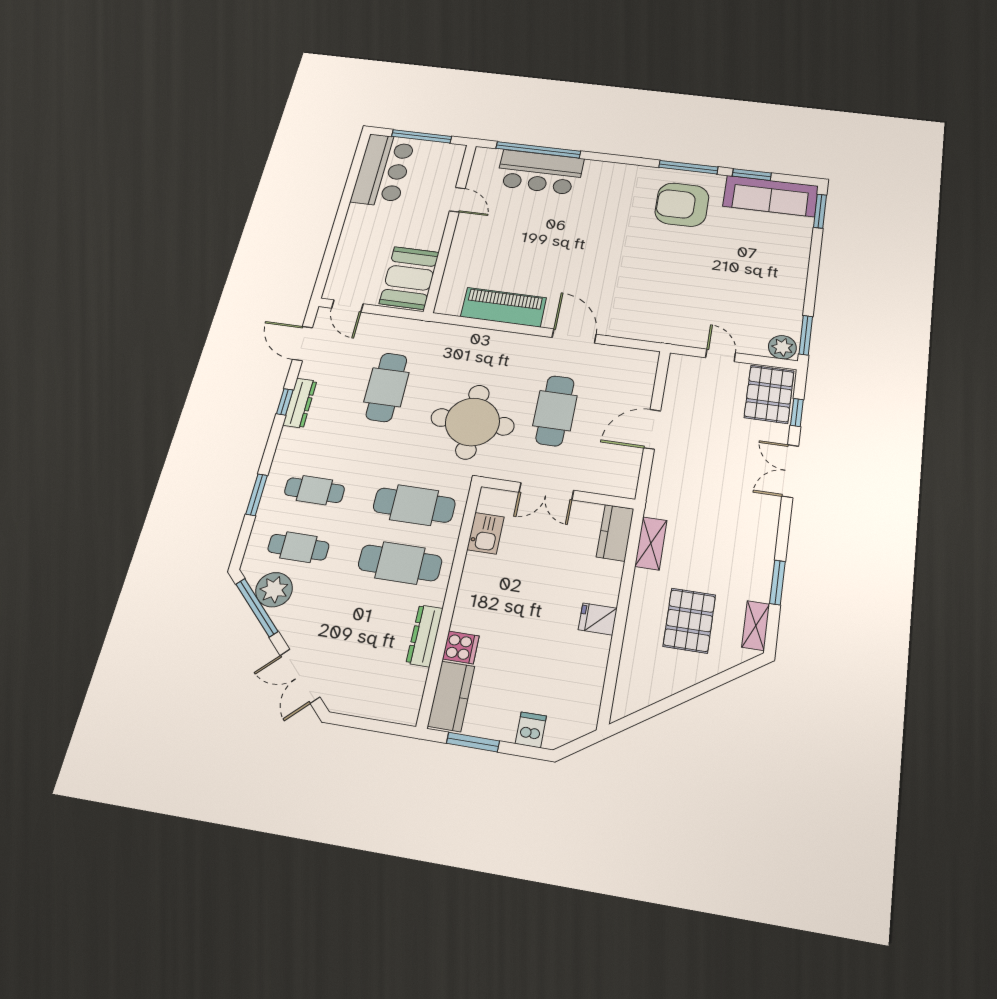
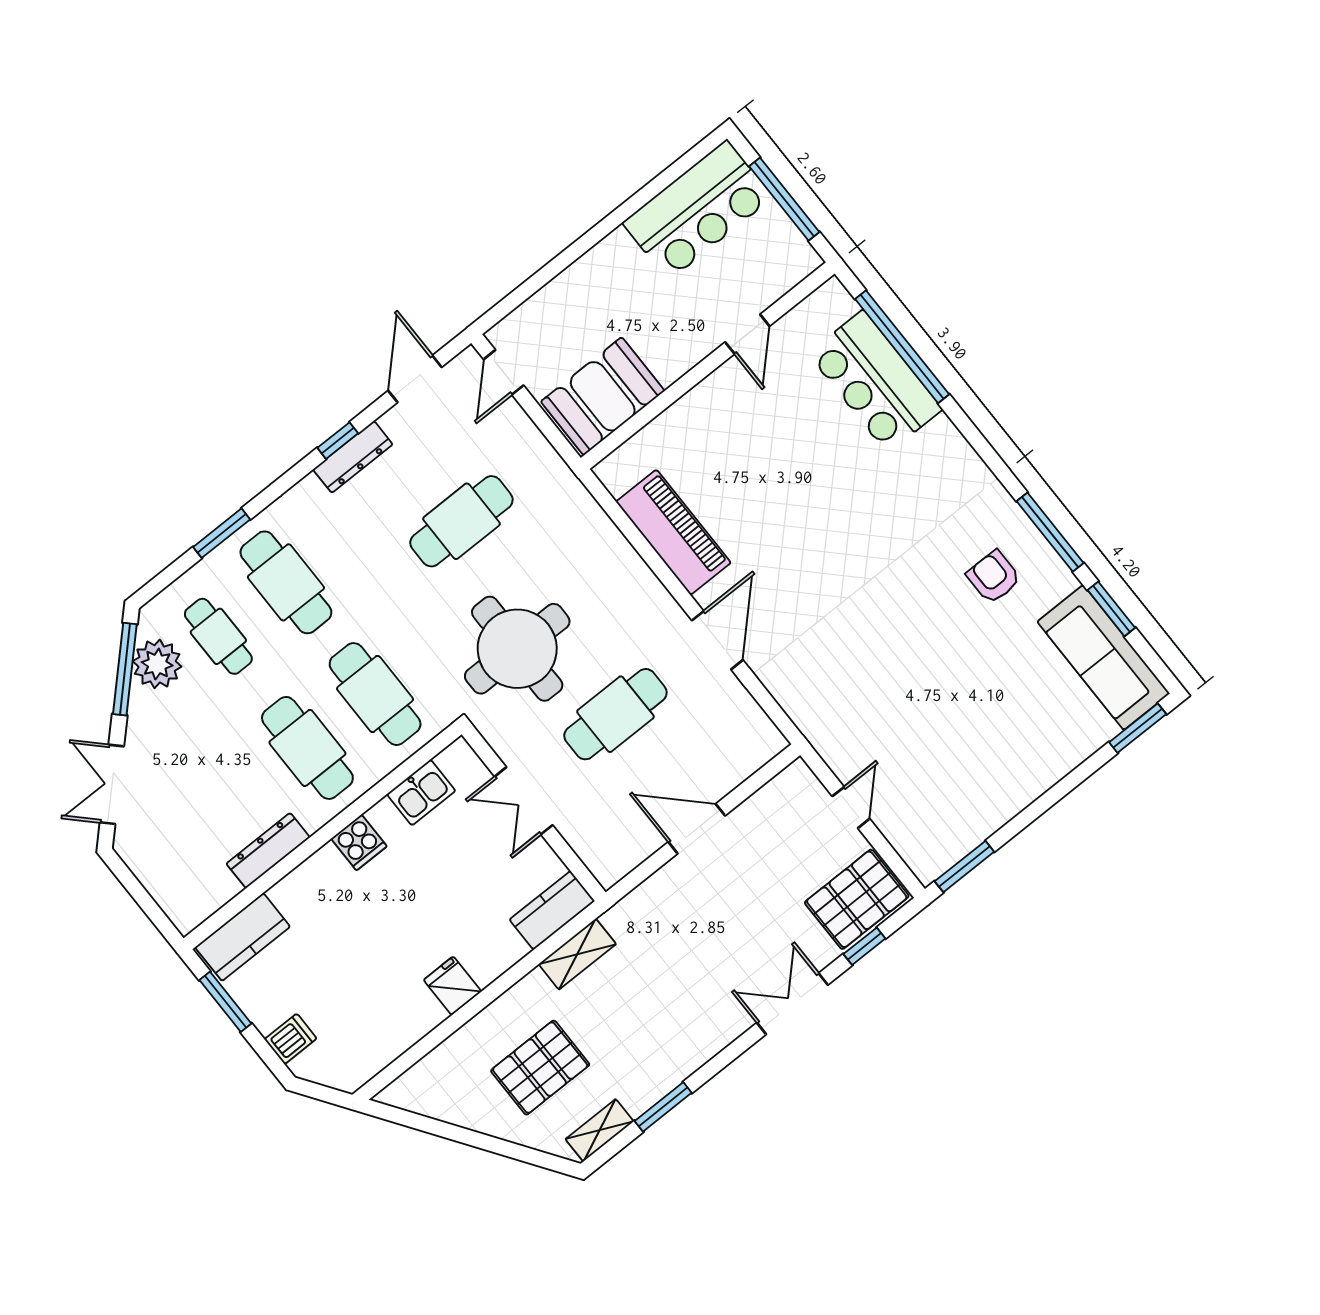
armchair: (682, 205) -> (994, 577), width x0.53, depth x0.53
plant: (782, 347) -> (925, 858), removed
cafe table: (314, 490) -> (286, 582), width x1.37, depth x1.35
cooker: (461, 647) -> (359, 842), moved

